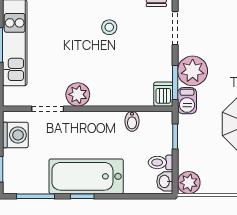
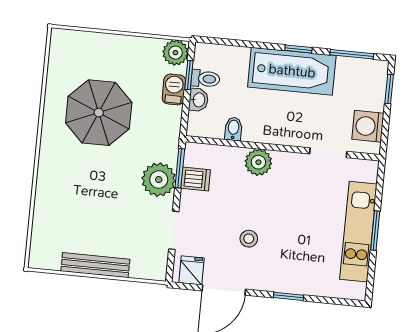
plant: (78, 94) -> (258, 162), moved
dishwasher: (163, 94) -> (196, 179), moved, turned -90
barbecue: (187, 101) -> (174, 89), moved
window: (175, 136) -> (189, 75), moved
washbasin: (165, 181) -> (198, 100), moved

